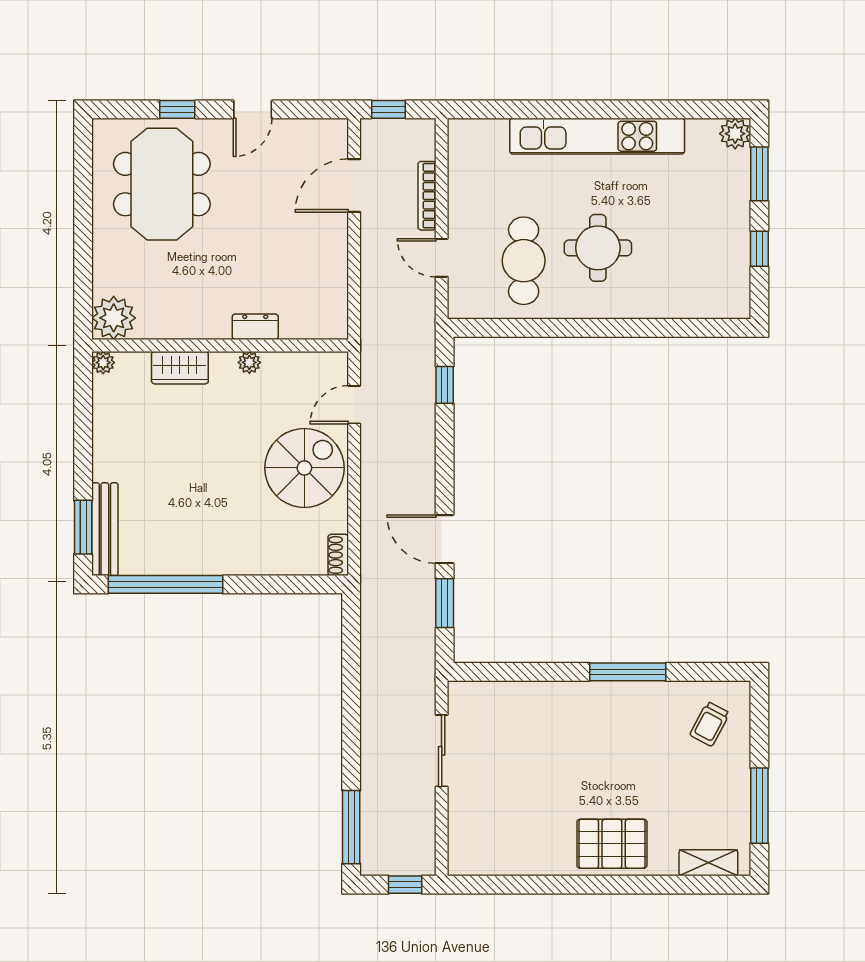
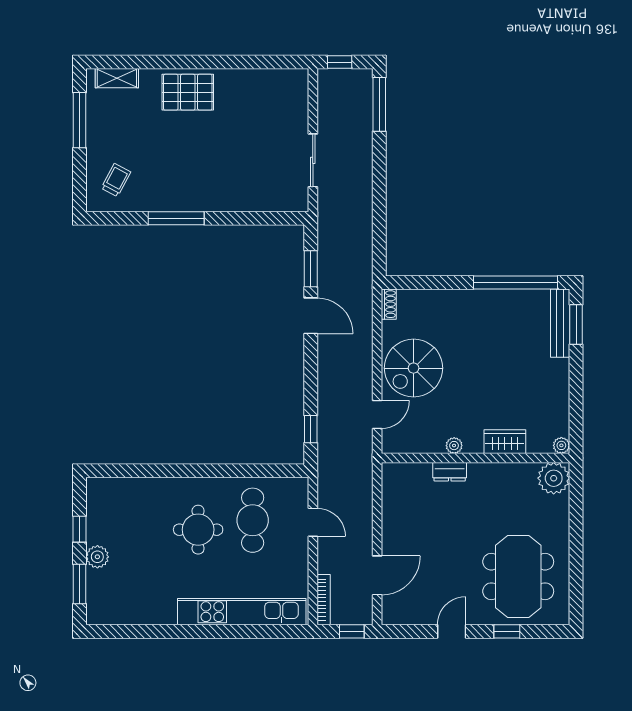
plant: (735, 134) -> (97, 557), moved
kitchen unit: (597, 136) -> (242, 612), moved
bookcase: (427, 196) -> (324, 600), moved

